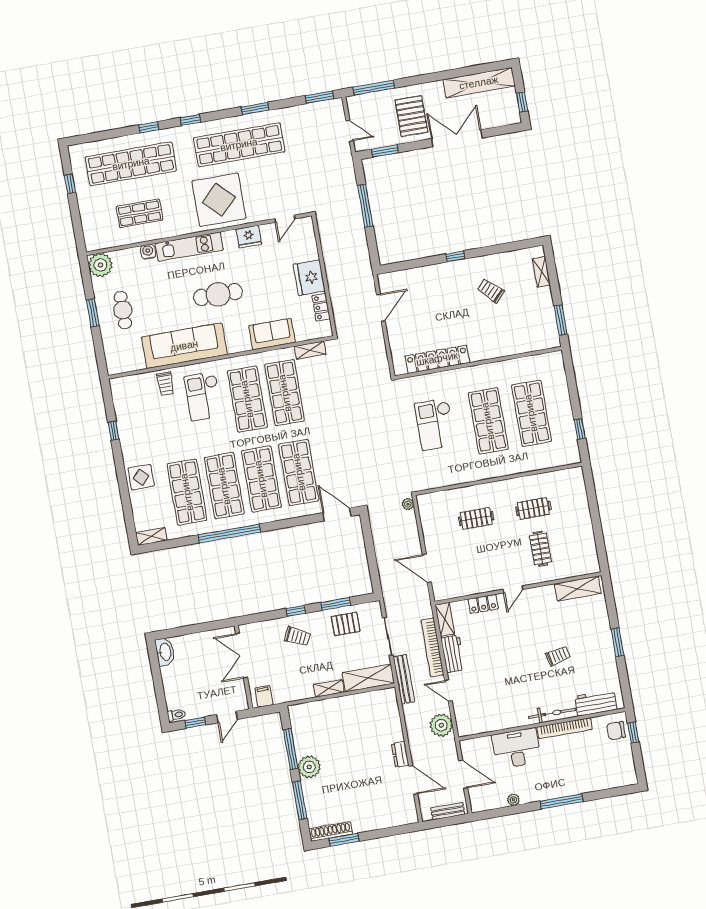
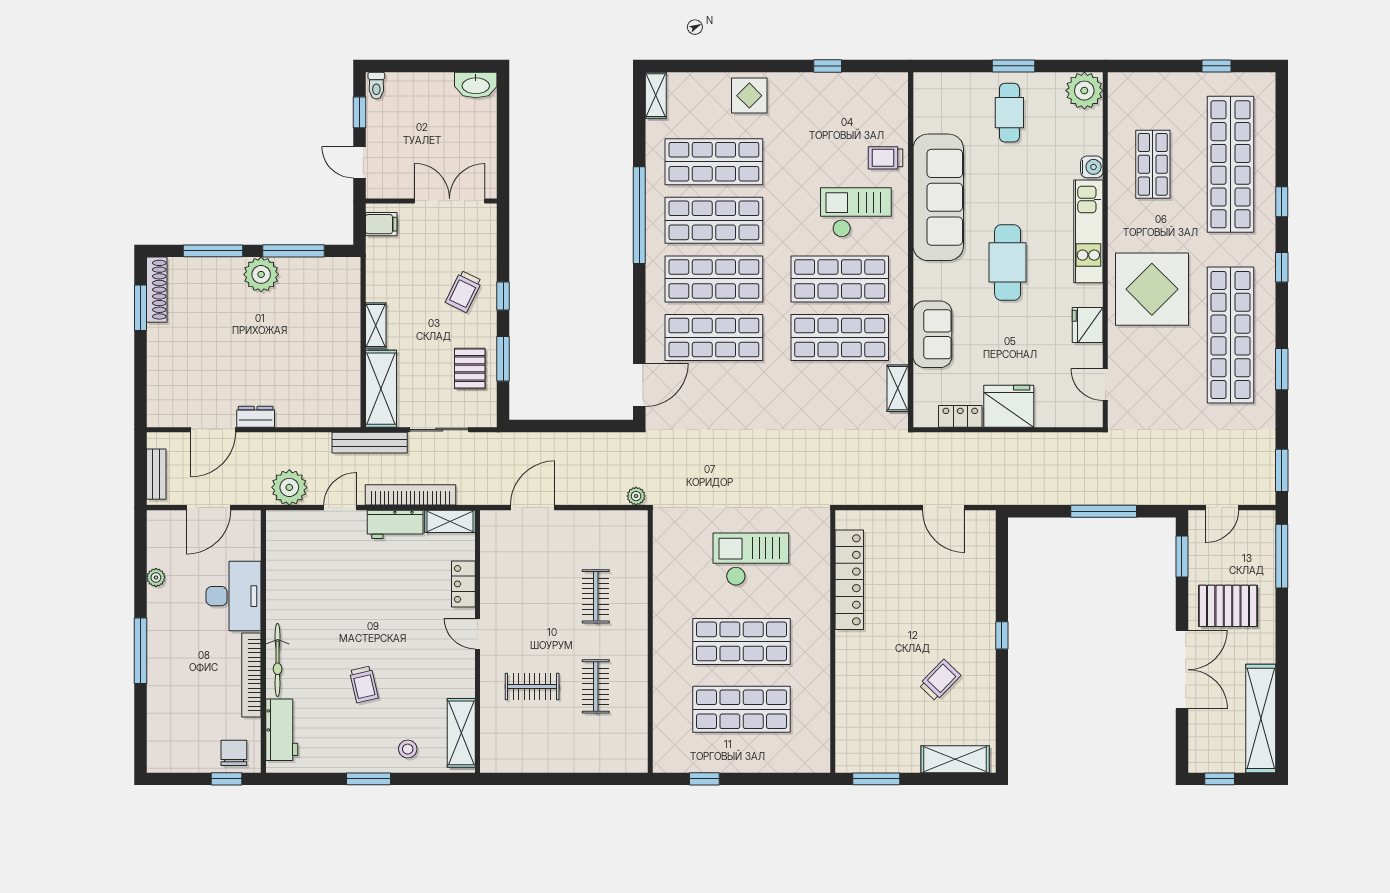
shelving: (541, 272) -> (955, 759), width x1.50, depth x1.33
cafe table: (123, 310) -> (1009, 113), turned 90
stool: (594, 621) -> (408, 749), added

